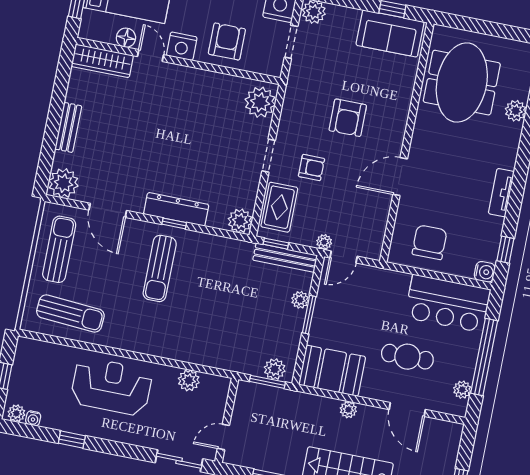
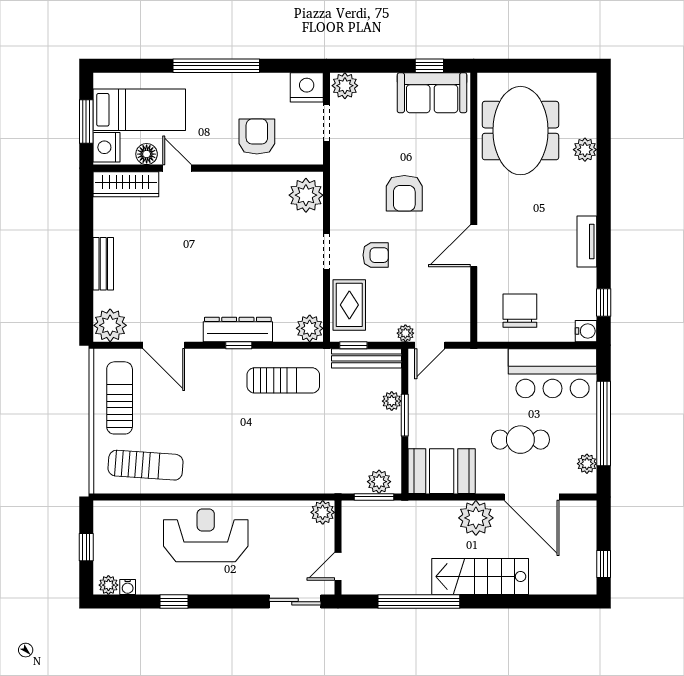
nightstand: (182, 46) -> (107, 147), moved, turned 90
sun lounger: (160, 268) -> (283, 380), moved, turned -90
plant: (189, 380) -> (323, 512), moved
plant: (348, 410) -> (476, 518), width x1.88, depth x1.88
door: (407, 410) -> (532, 497), width x1.36

